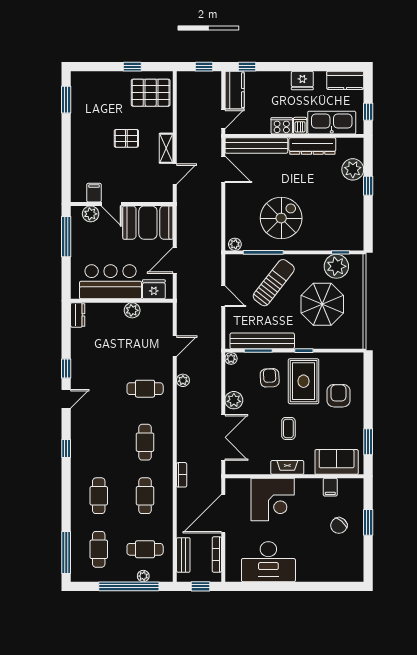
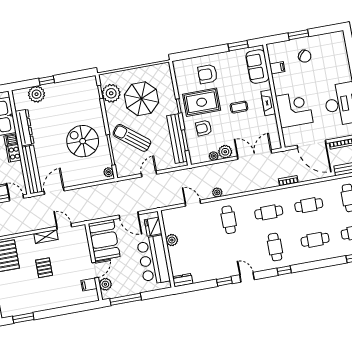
plant: (231, 358) -> (214, 156), moved
cafe table: (99, 442) -> (275, 247), added

